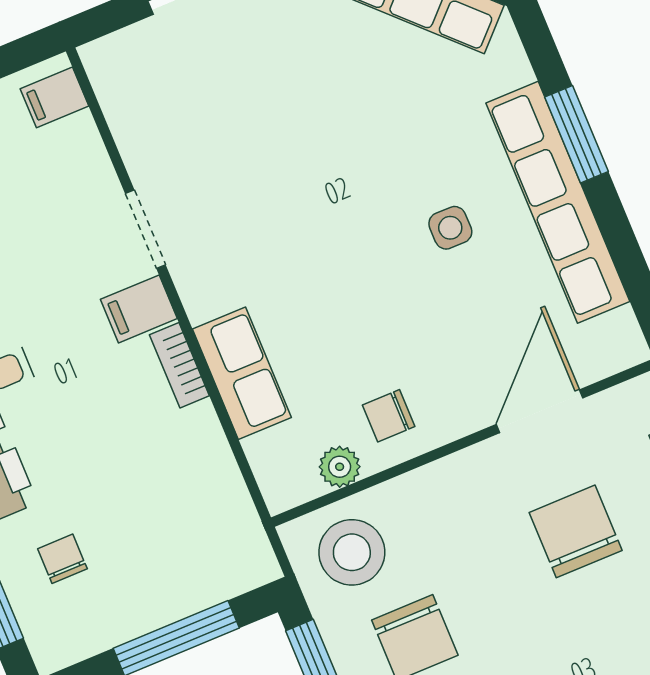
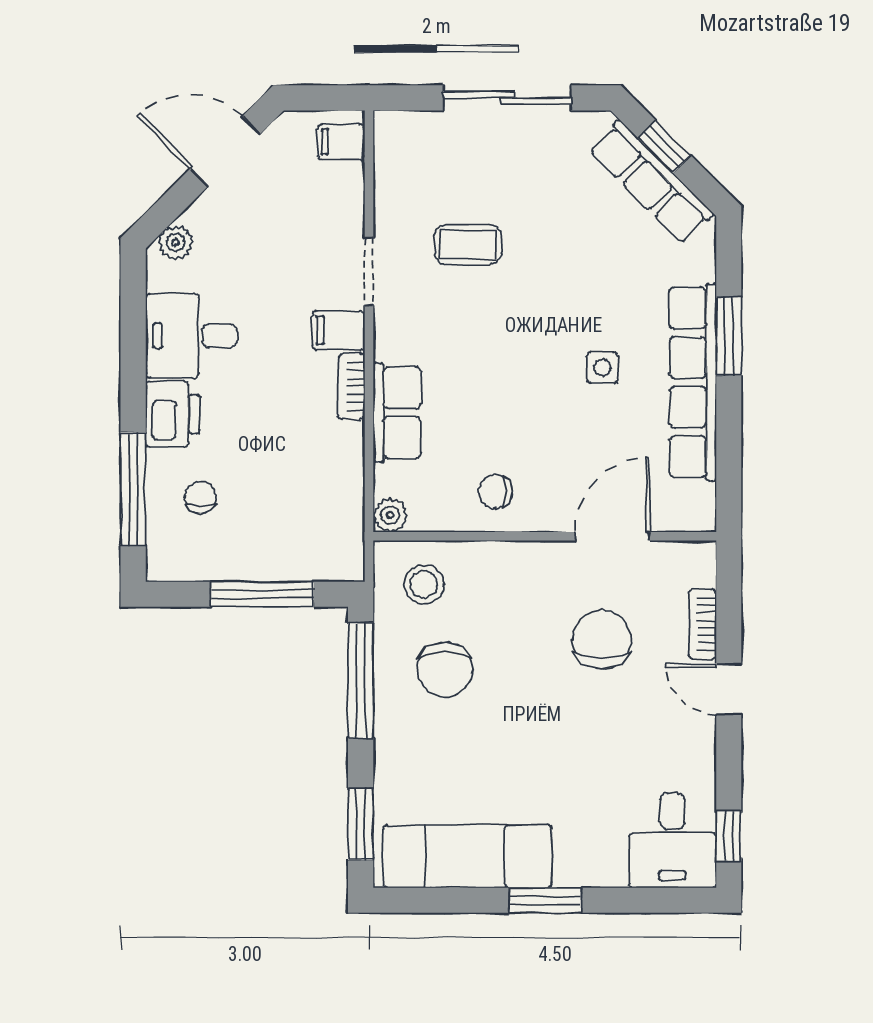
coffee table: (243, 153) -> (468, 244), added
plant: (340, 467) -> (390, 515), moved
stool: (352, 552) -> (424, 584), width x0.73, depth x0.73

